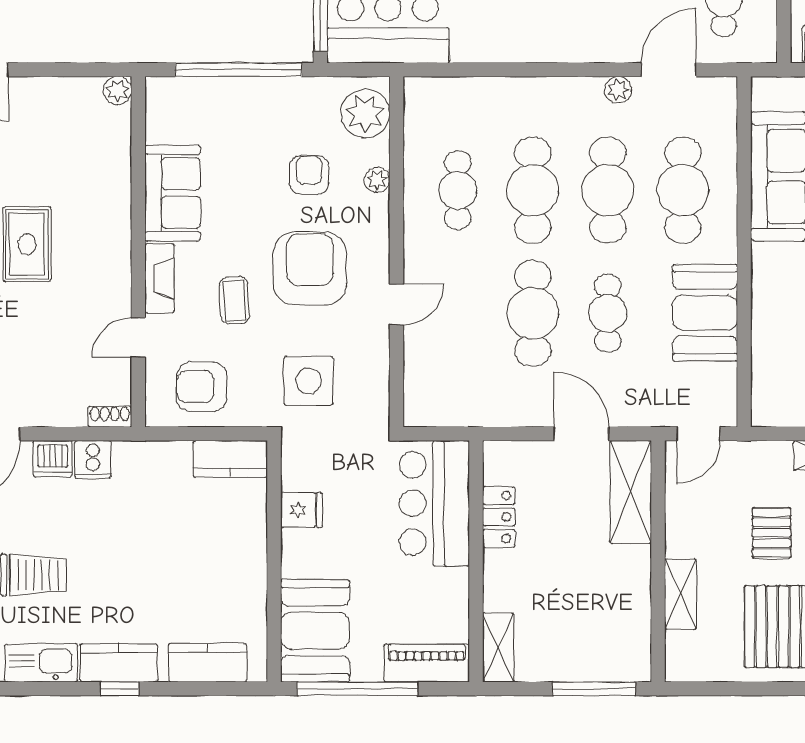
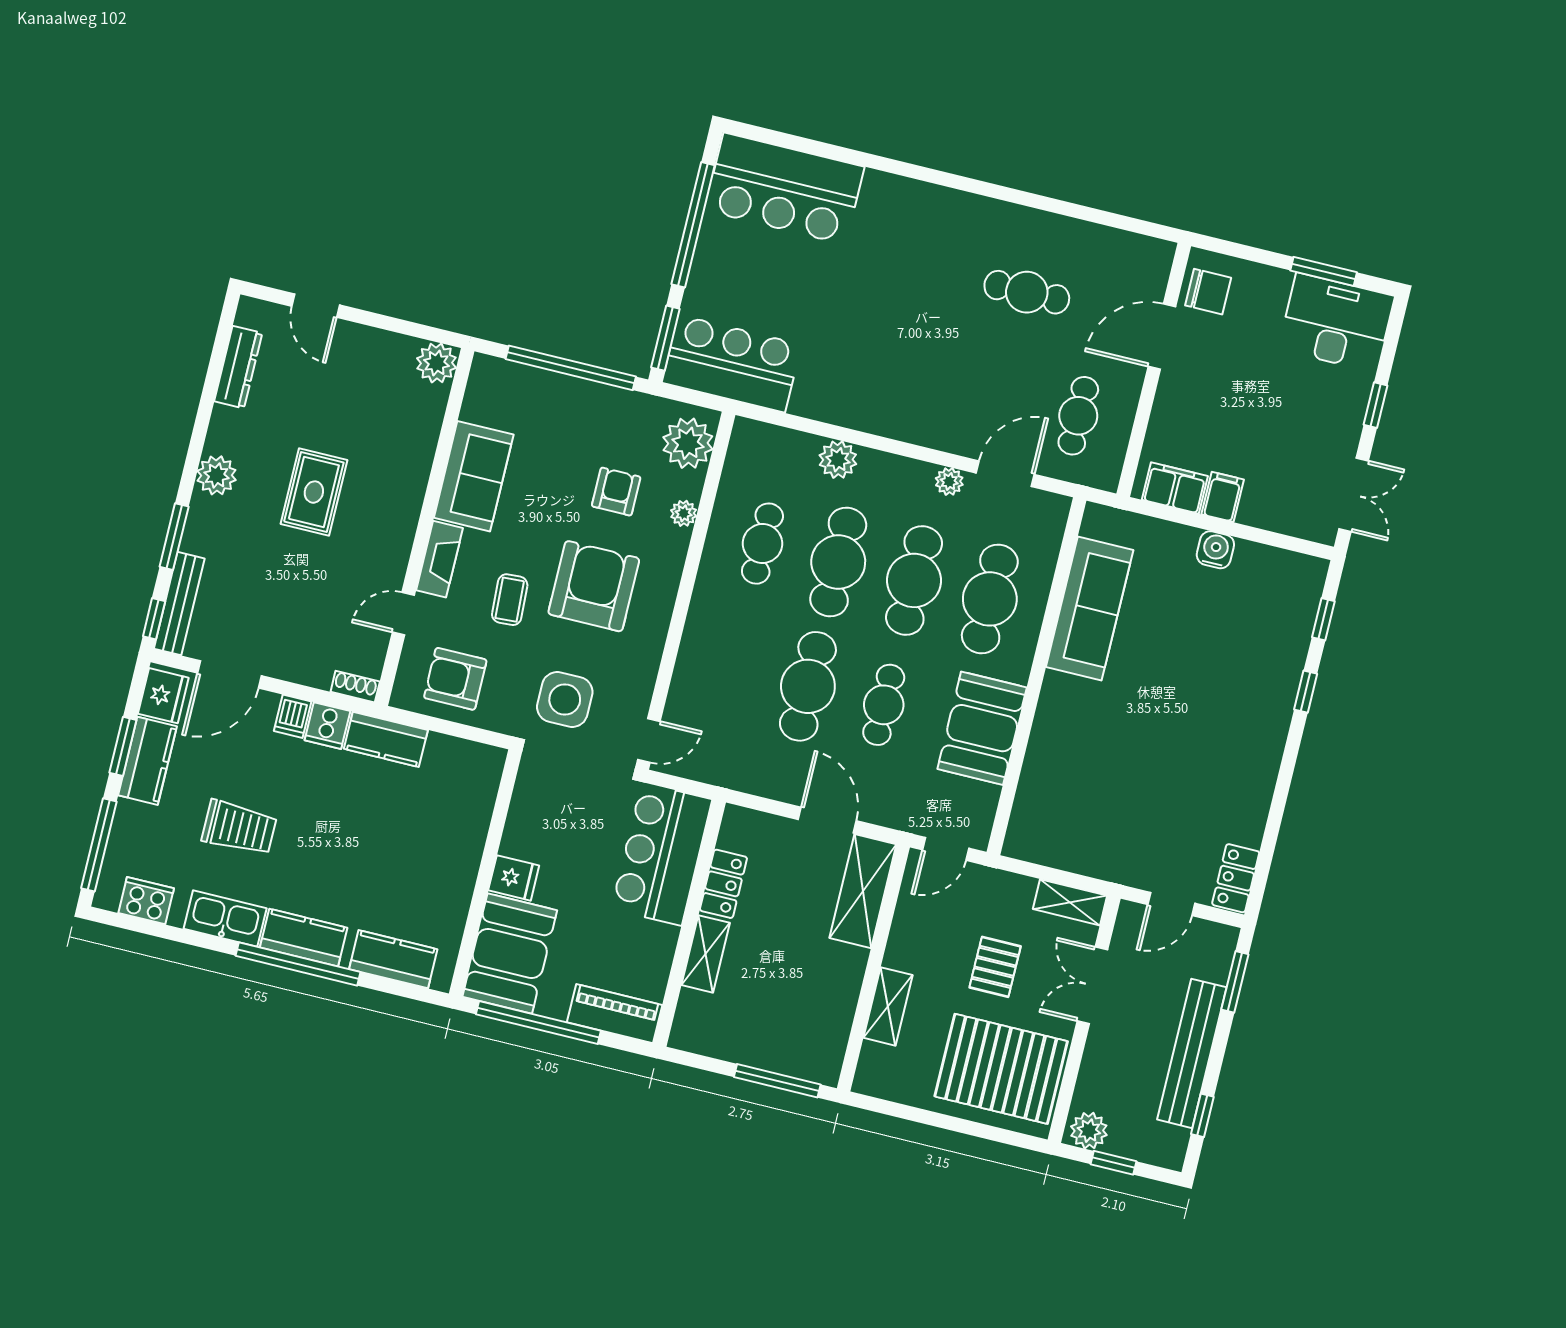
plant: (117, 90) -> (437, 363), width x1.38, depth x1.38
plant: (509, 95) -> (838, 460), added
door: (396, 304) -> (649, 740), moved
dishwasher: (53, 459) -> (293, 716), width x0.73
kitchen counter: (230, 459) -> (386, 739), moved
fridge: (301, 510) -> (514, 878), moved
shelving: (498, 647) -> (706, 954), moved
window: (120, 689) -> (298, 964), width x3.17

